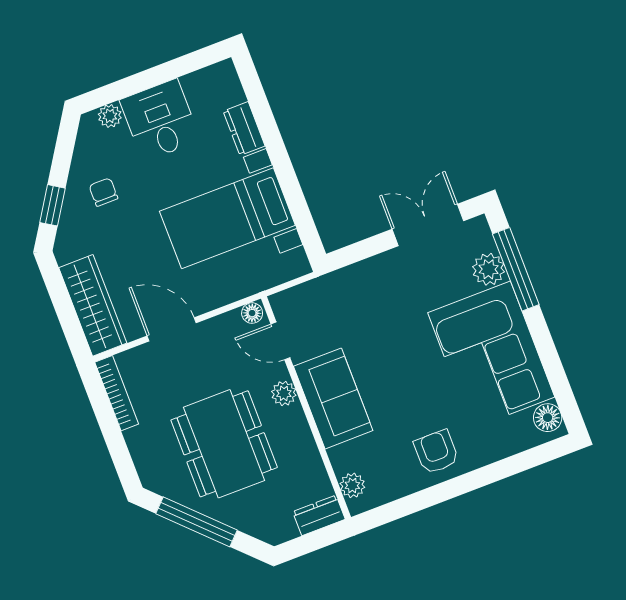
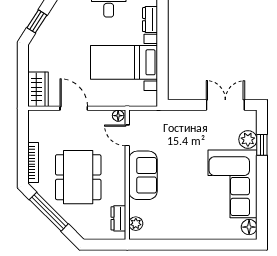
chair: (103, 192) -> (66, 25), removed
window: (516, 269) -> (262, 145), width x0.46
wardrobe: (93, 305) -> (38, 89), width x0.67
bookcase: (117, 393) -> (33, 163), moved
plant: (284, 393) -> (119, 163), removed
armchair: (436, 452) -> (185, 223), removed
dresser: (319, 515) -> (118, 218), moved, turned -90

